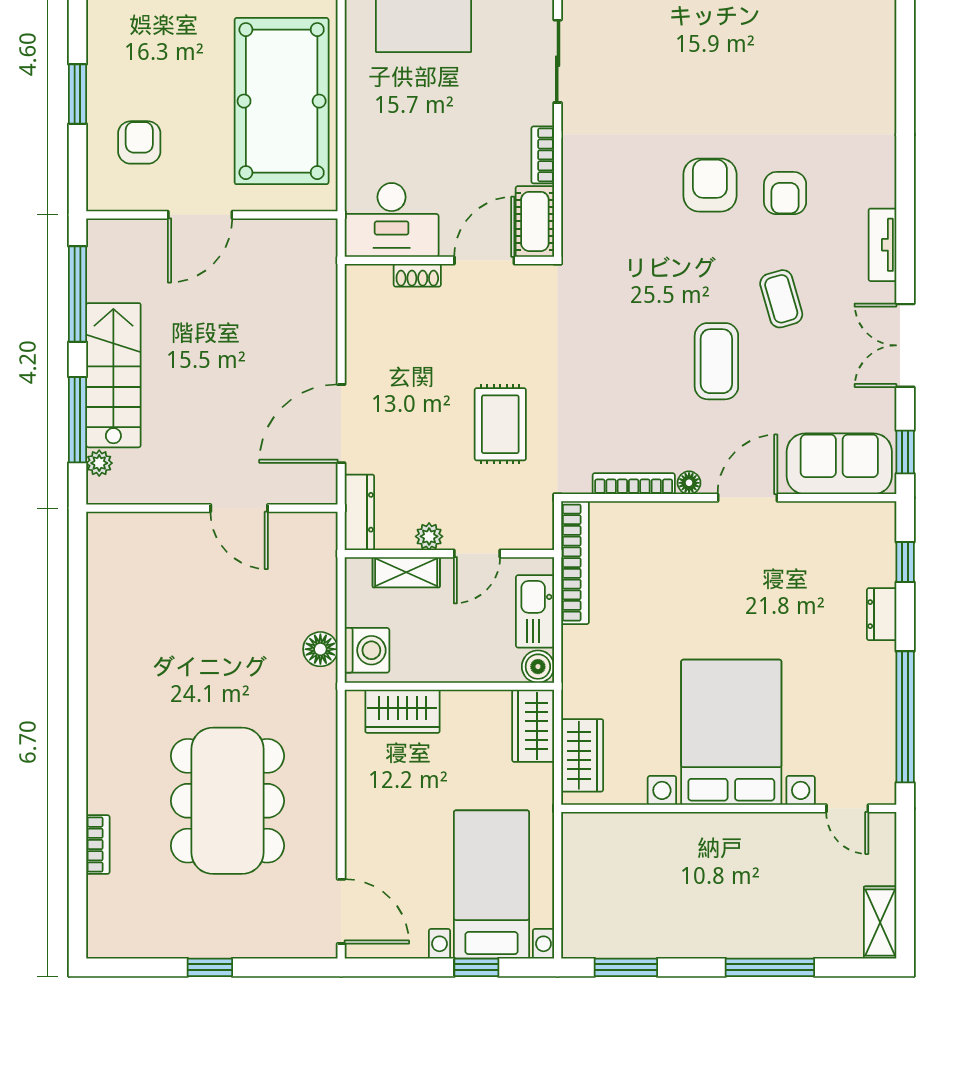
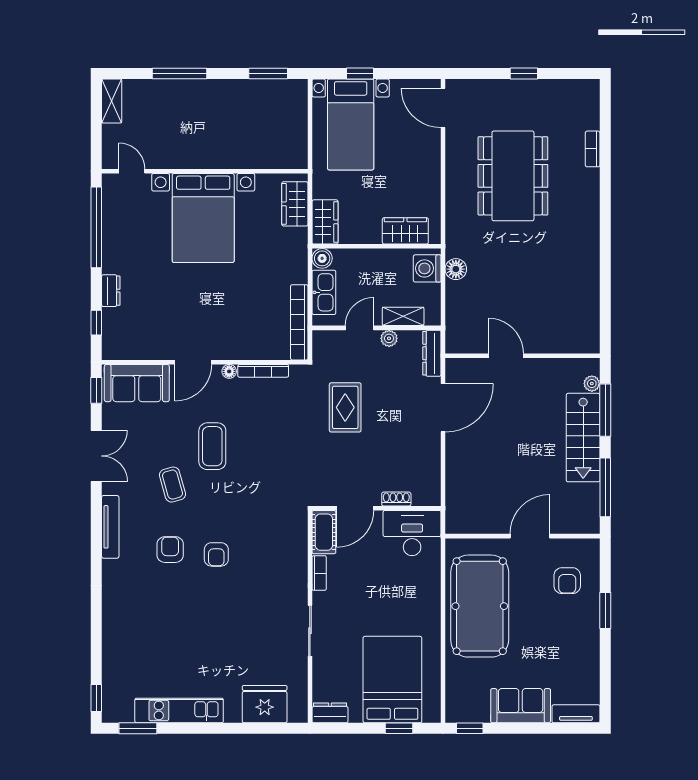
armchair: (710, 185) -> (216, 554), width x0.72, depth x0.72
tv unit: (882, 245) -> (110, 527), width x1.41

